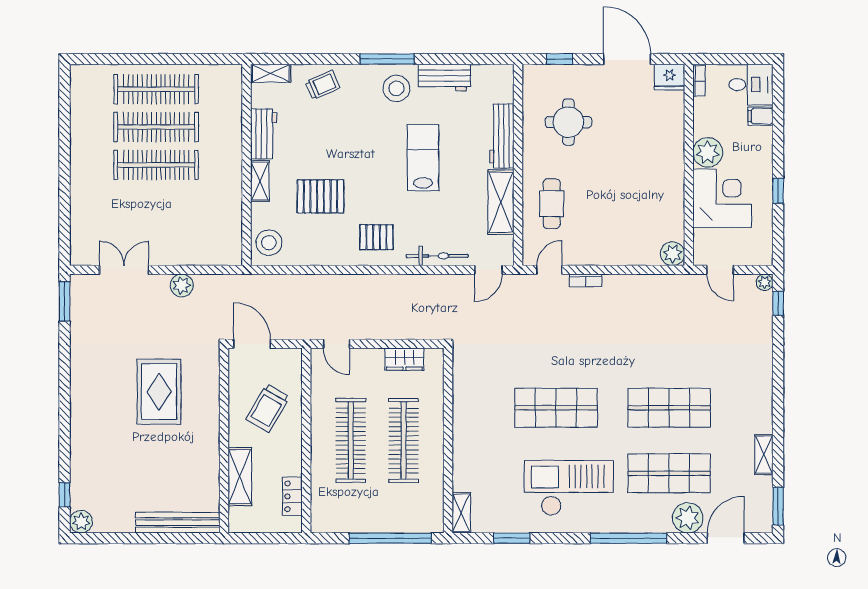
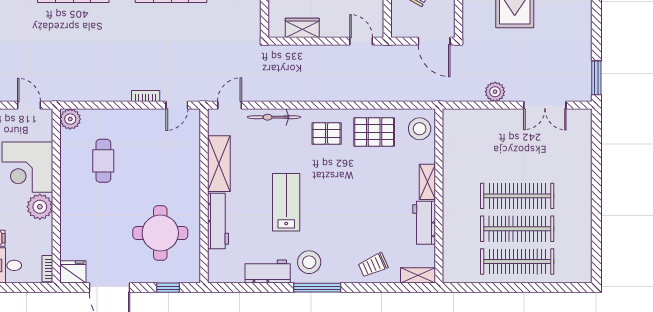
round table: (568, 122) -> (160, 233), width x1.36, depth x1.36
lab bench: (423, 158) -> (286, 202), turned 180
pallet: (320, 196) -> (374, 132), moved
cafe table: (552, 204) -> (103, 161), moved

